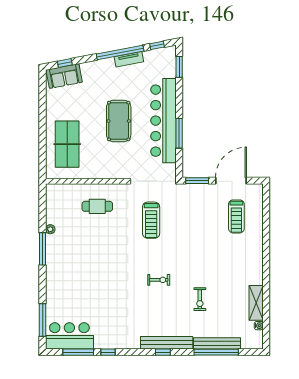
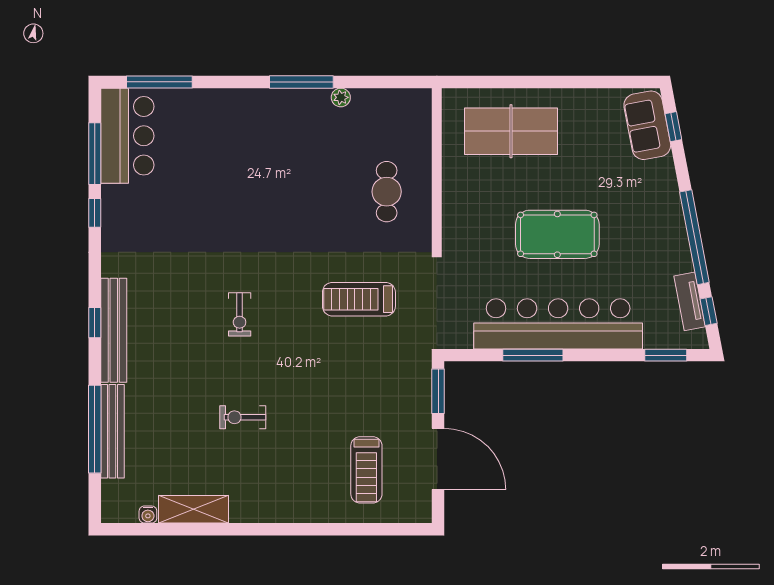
tv unit: (129, 59) -> (690, 301), moved
treadmill: (236, 216) -> (366, 470), turned -90
exercise bike: (200, 299) -> (243, 417), moved

